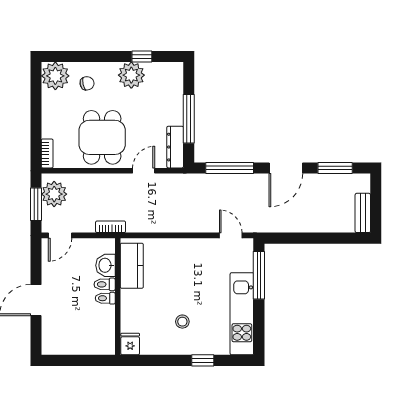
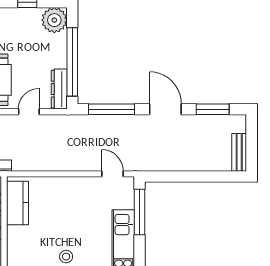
plant: (131, 75) -> (54, 20), moved
window: (189, 119) -> (72, 62), width x1.46
door: (286, 168) -> (165, 109), swing flipped

